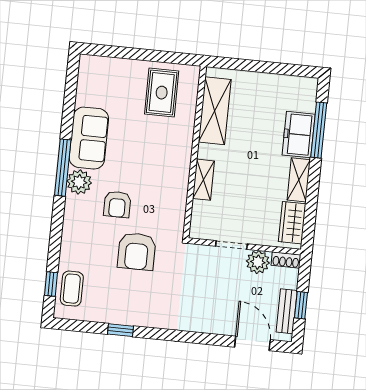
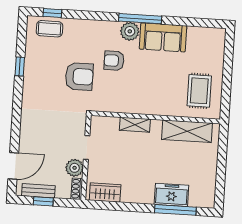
rug: (162, 93) -> (199, 91), turned 90
shelving: (299, 180) -> (137, 196), removed
armchair: (137, 251) -> (79, 76), turned 180

